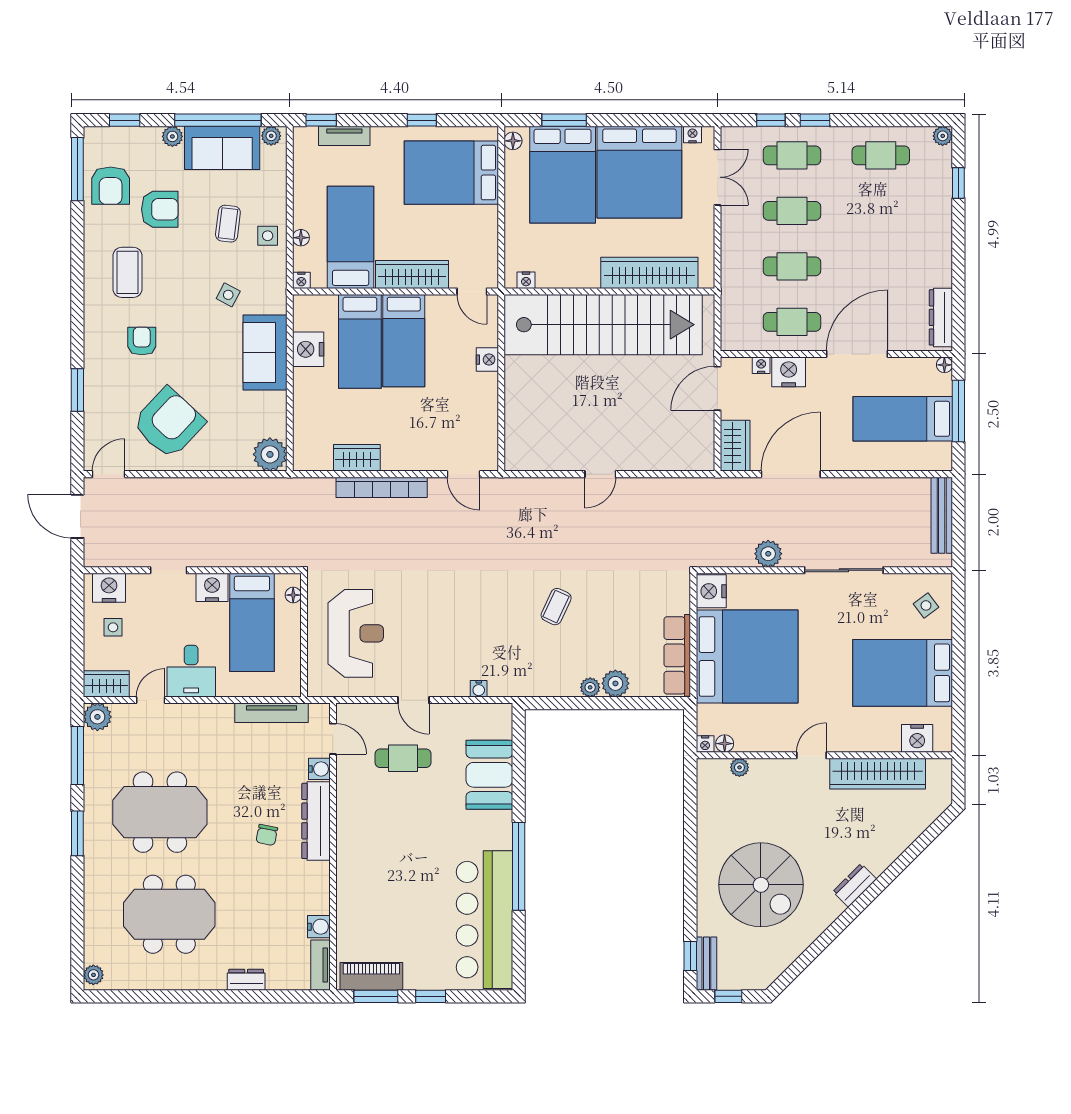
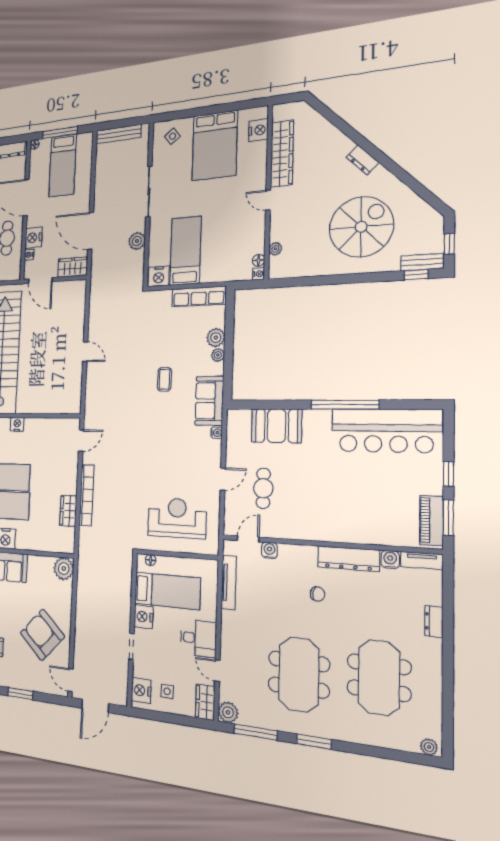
coffee table: (556, 607) -> (164, 379), turned 65
bed: (747, 656) -> (185, 251), width x0.49
sofa: (524, 677) -> (209, 401), added
dresser: (316, 821) -> (348, 559), moved

